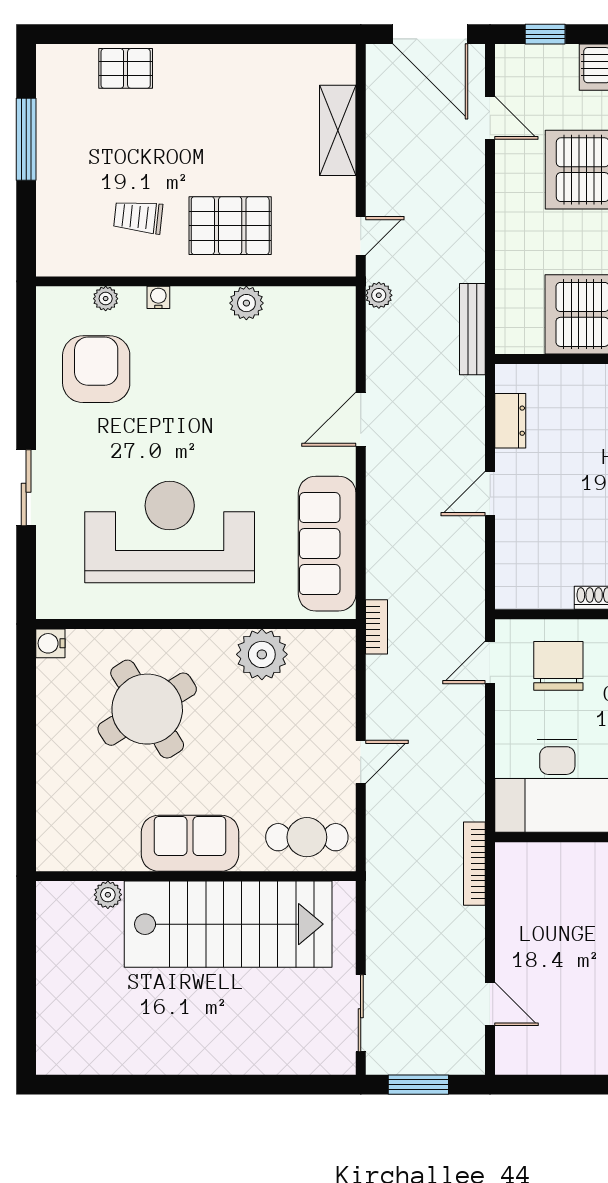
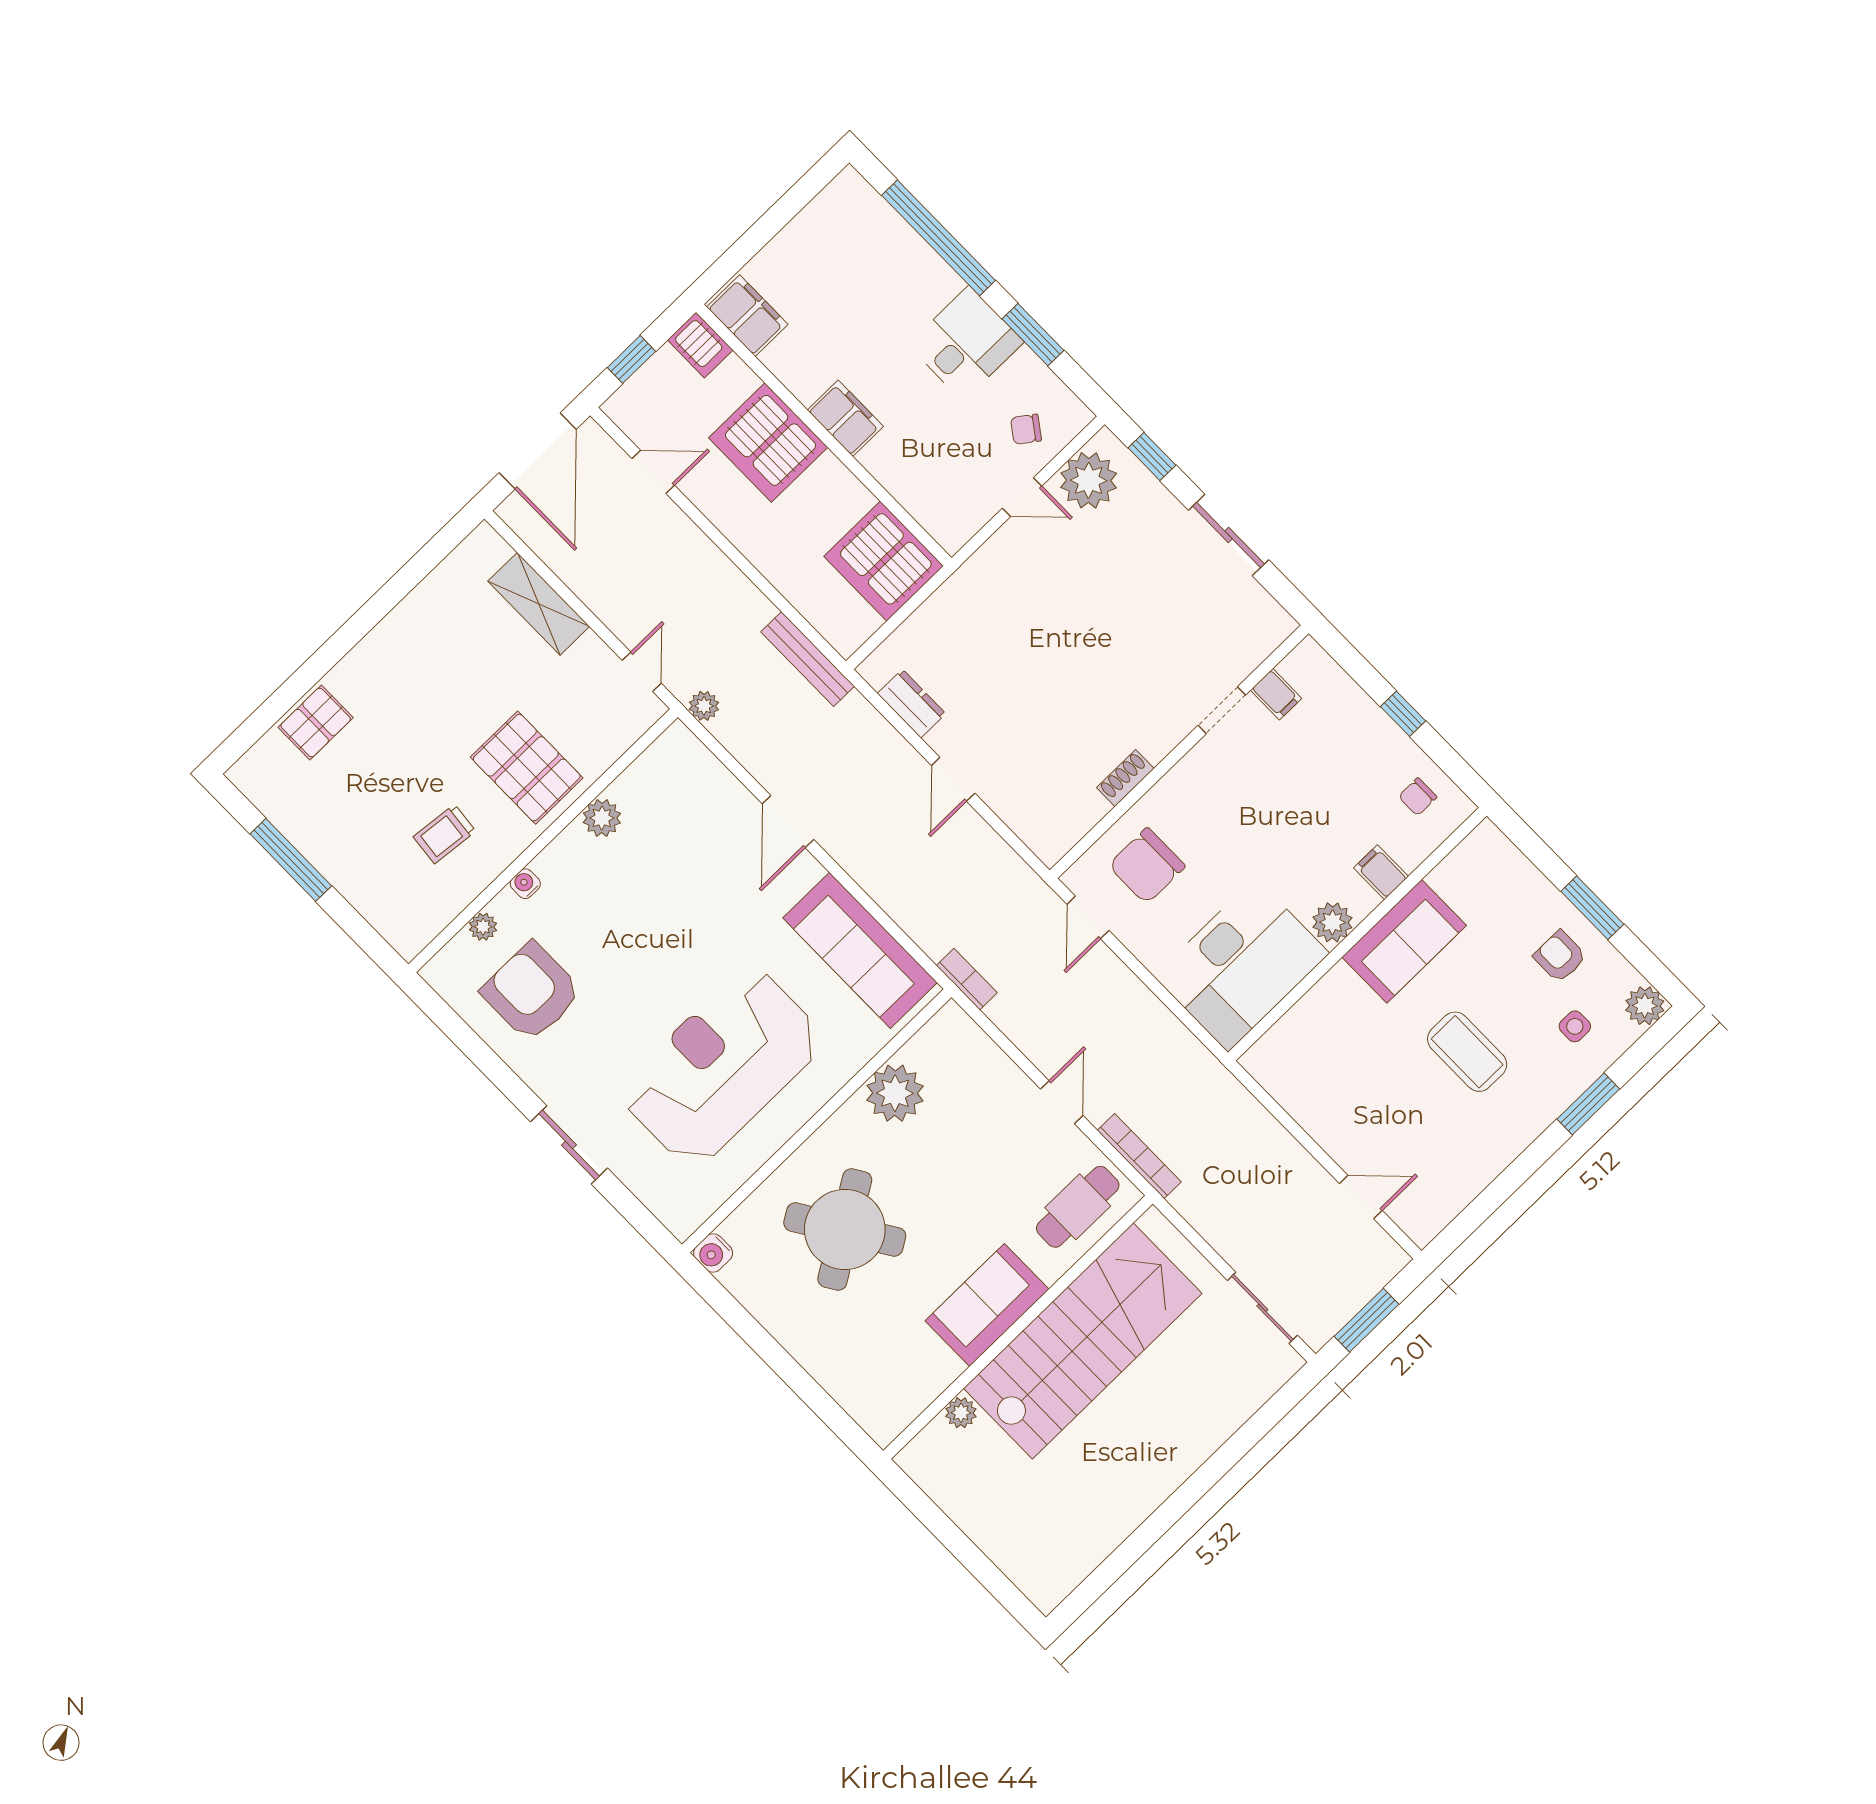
door: (430, 34) -> (538, 451), hinge flipped
pallet: (230, 226) -> (527, 768), turned 90
chair: (558, 666) -> (1147, 866), turned -90
bookcase: (474, 864) -> (1139, 1156), moved, turned 180

